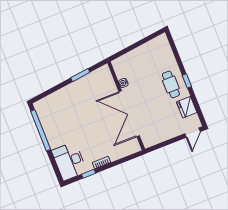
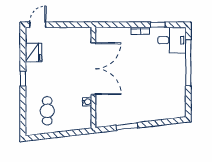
cafe table: (171, 84) -> (47, 111), moved
window: (41, 130) -> (188, 63), moved
desk: (69, 161) -> (172, 40), width x0.73

